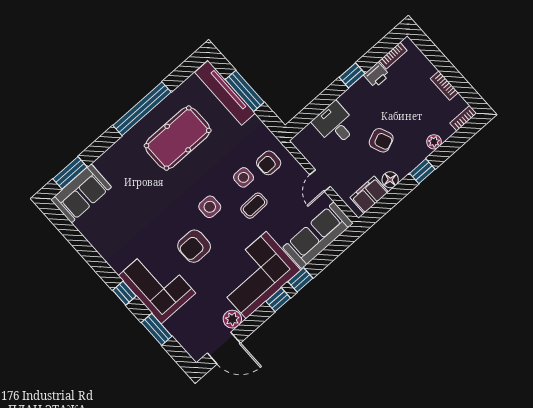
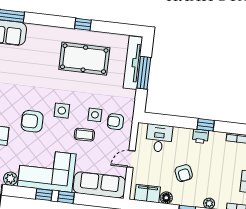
printer: (377, 75) -> (200, 136), moved
window: (142, 109) -> (83, 24), width x0.32
desk: (335, 124) -> (159, 138), moved

